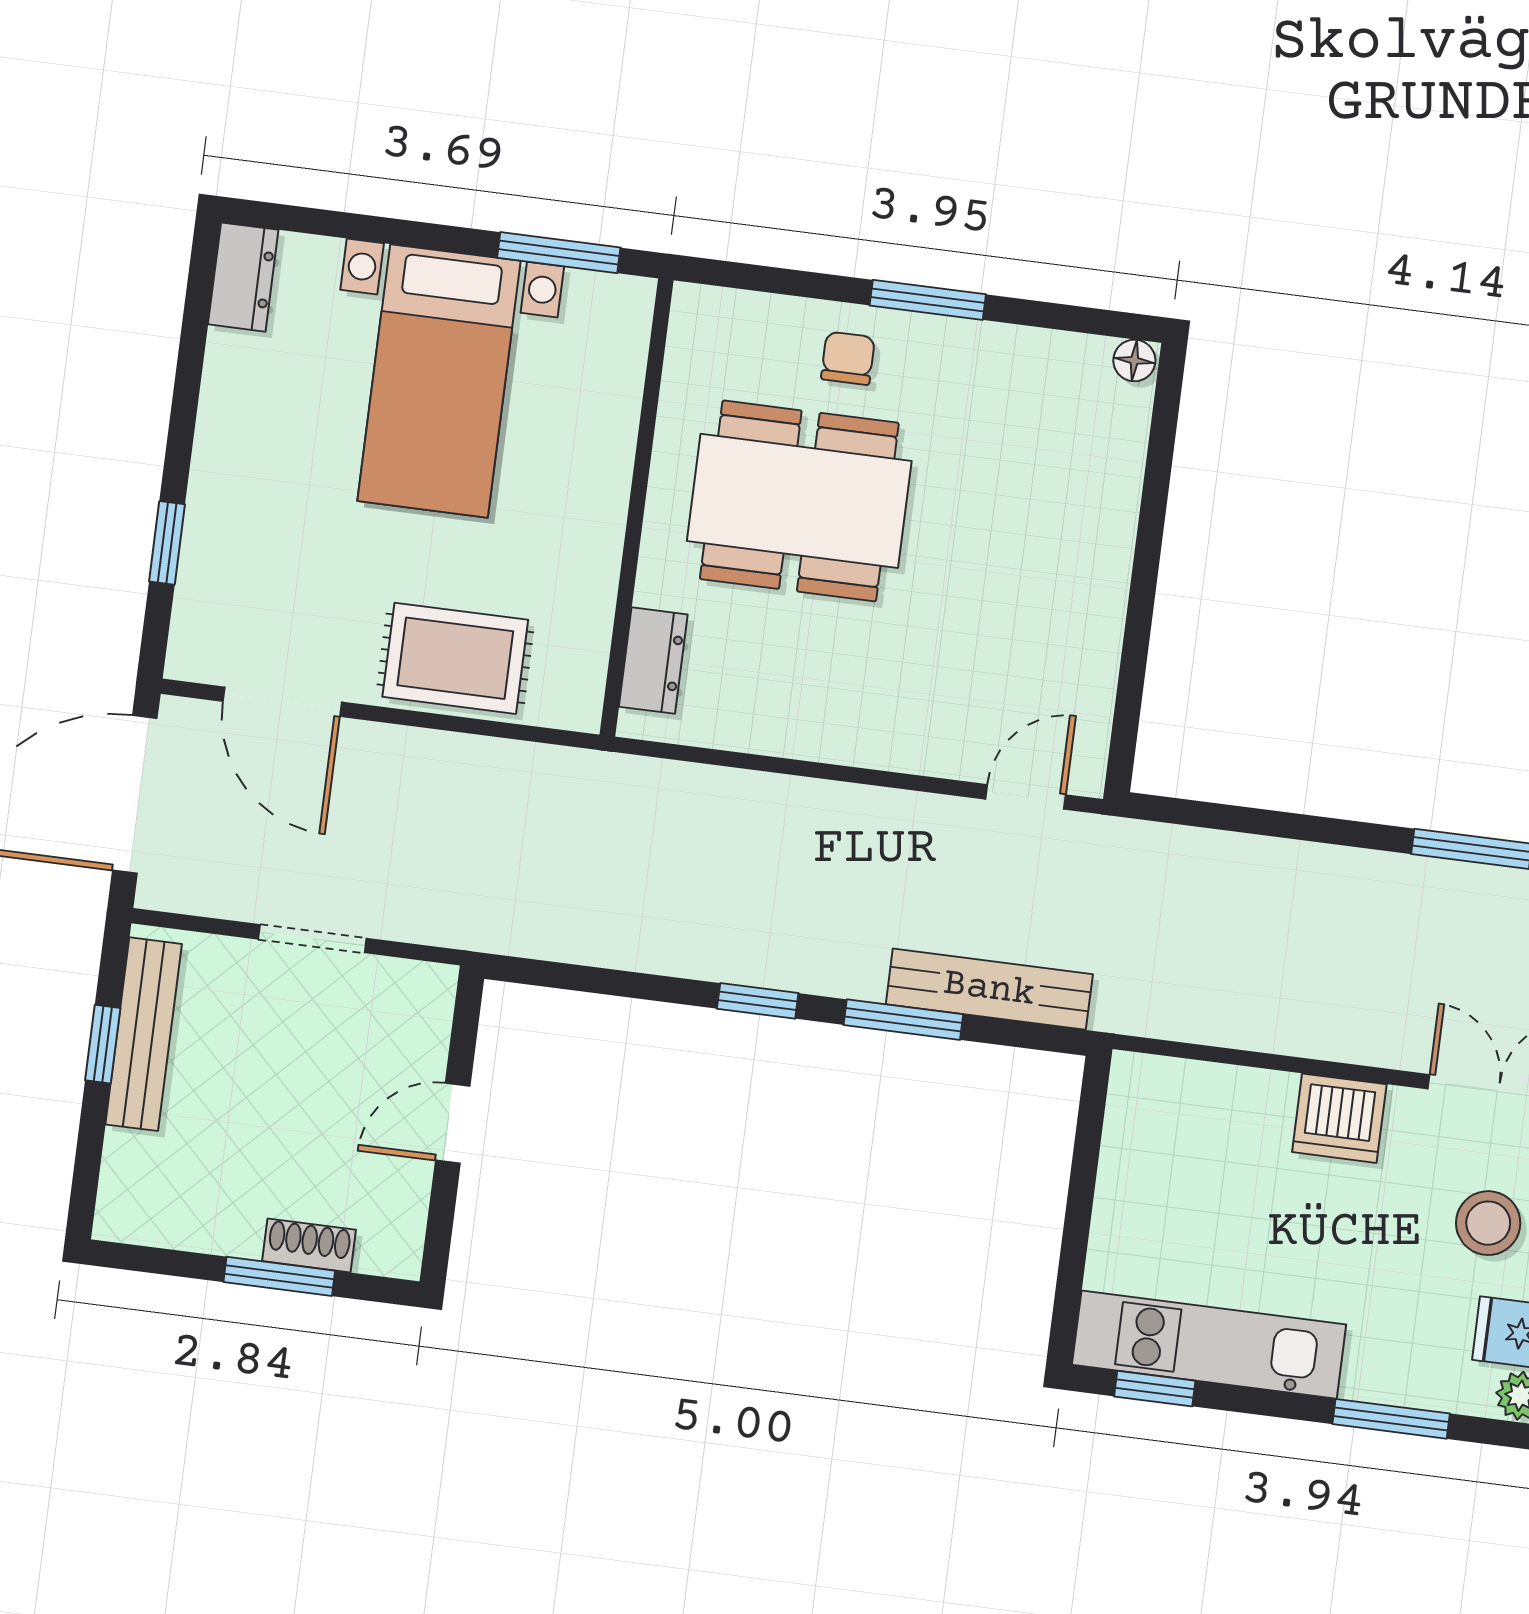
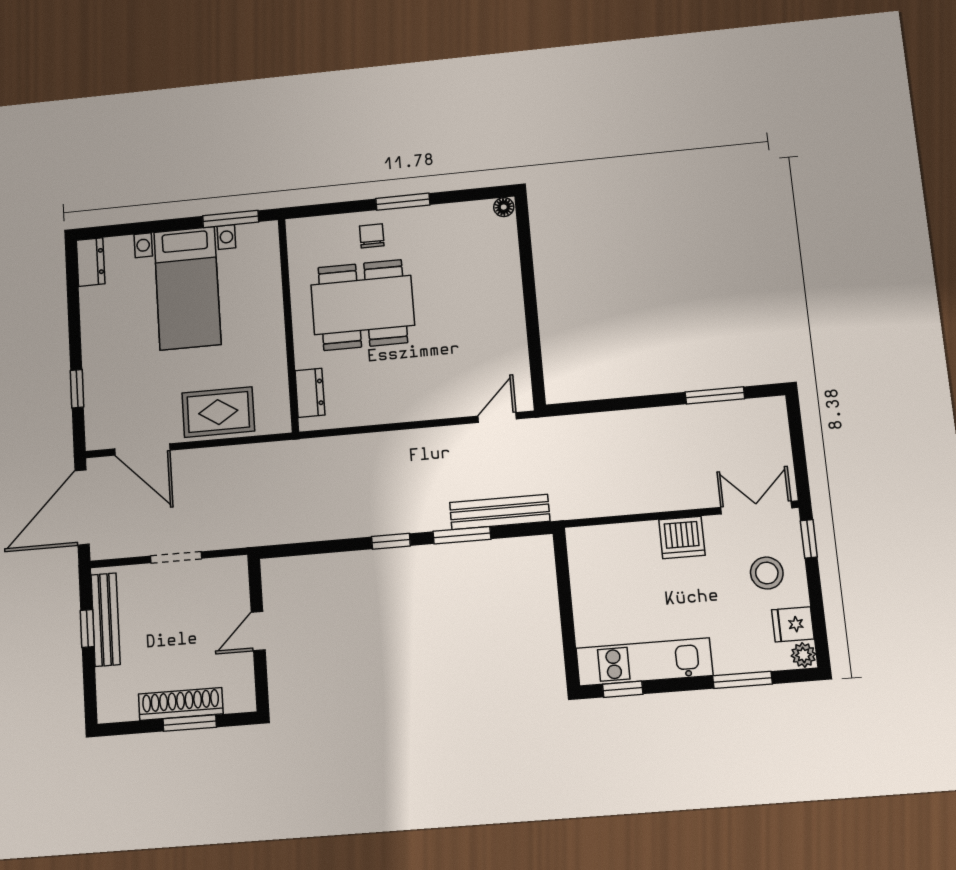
shoe rack: (309, 1245) -> (181, 704), width x1.94, depth x1.24

